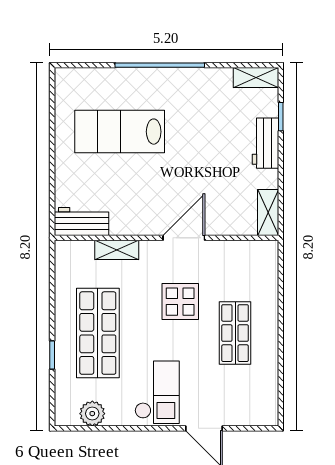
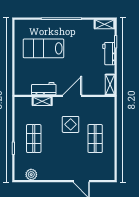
workbench: (82, 222) -> (44, 89), moved
shop shelf: (98, 333) -> (34, 139), width x0.70, depth x0.74
checkout: (157, 392) -> (60, 165), removed

